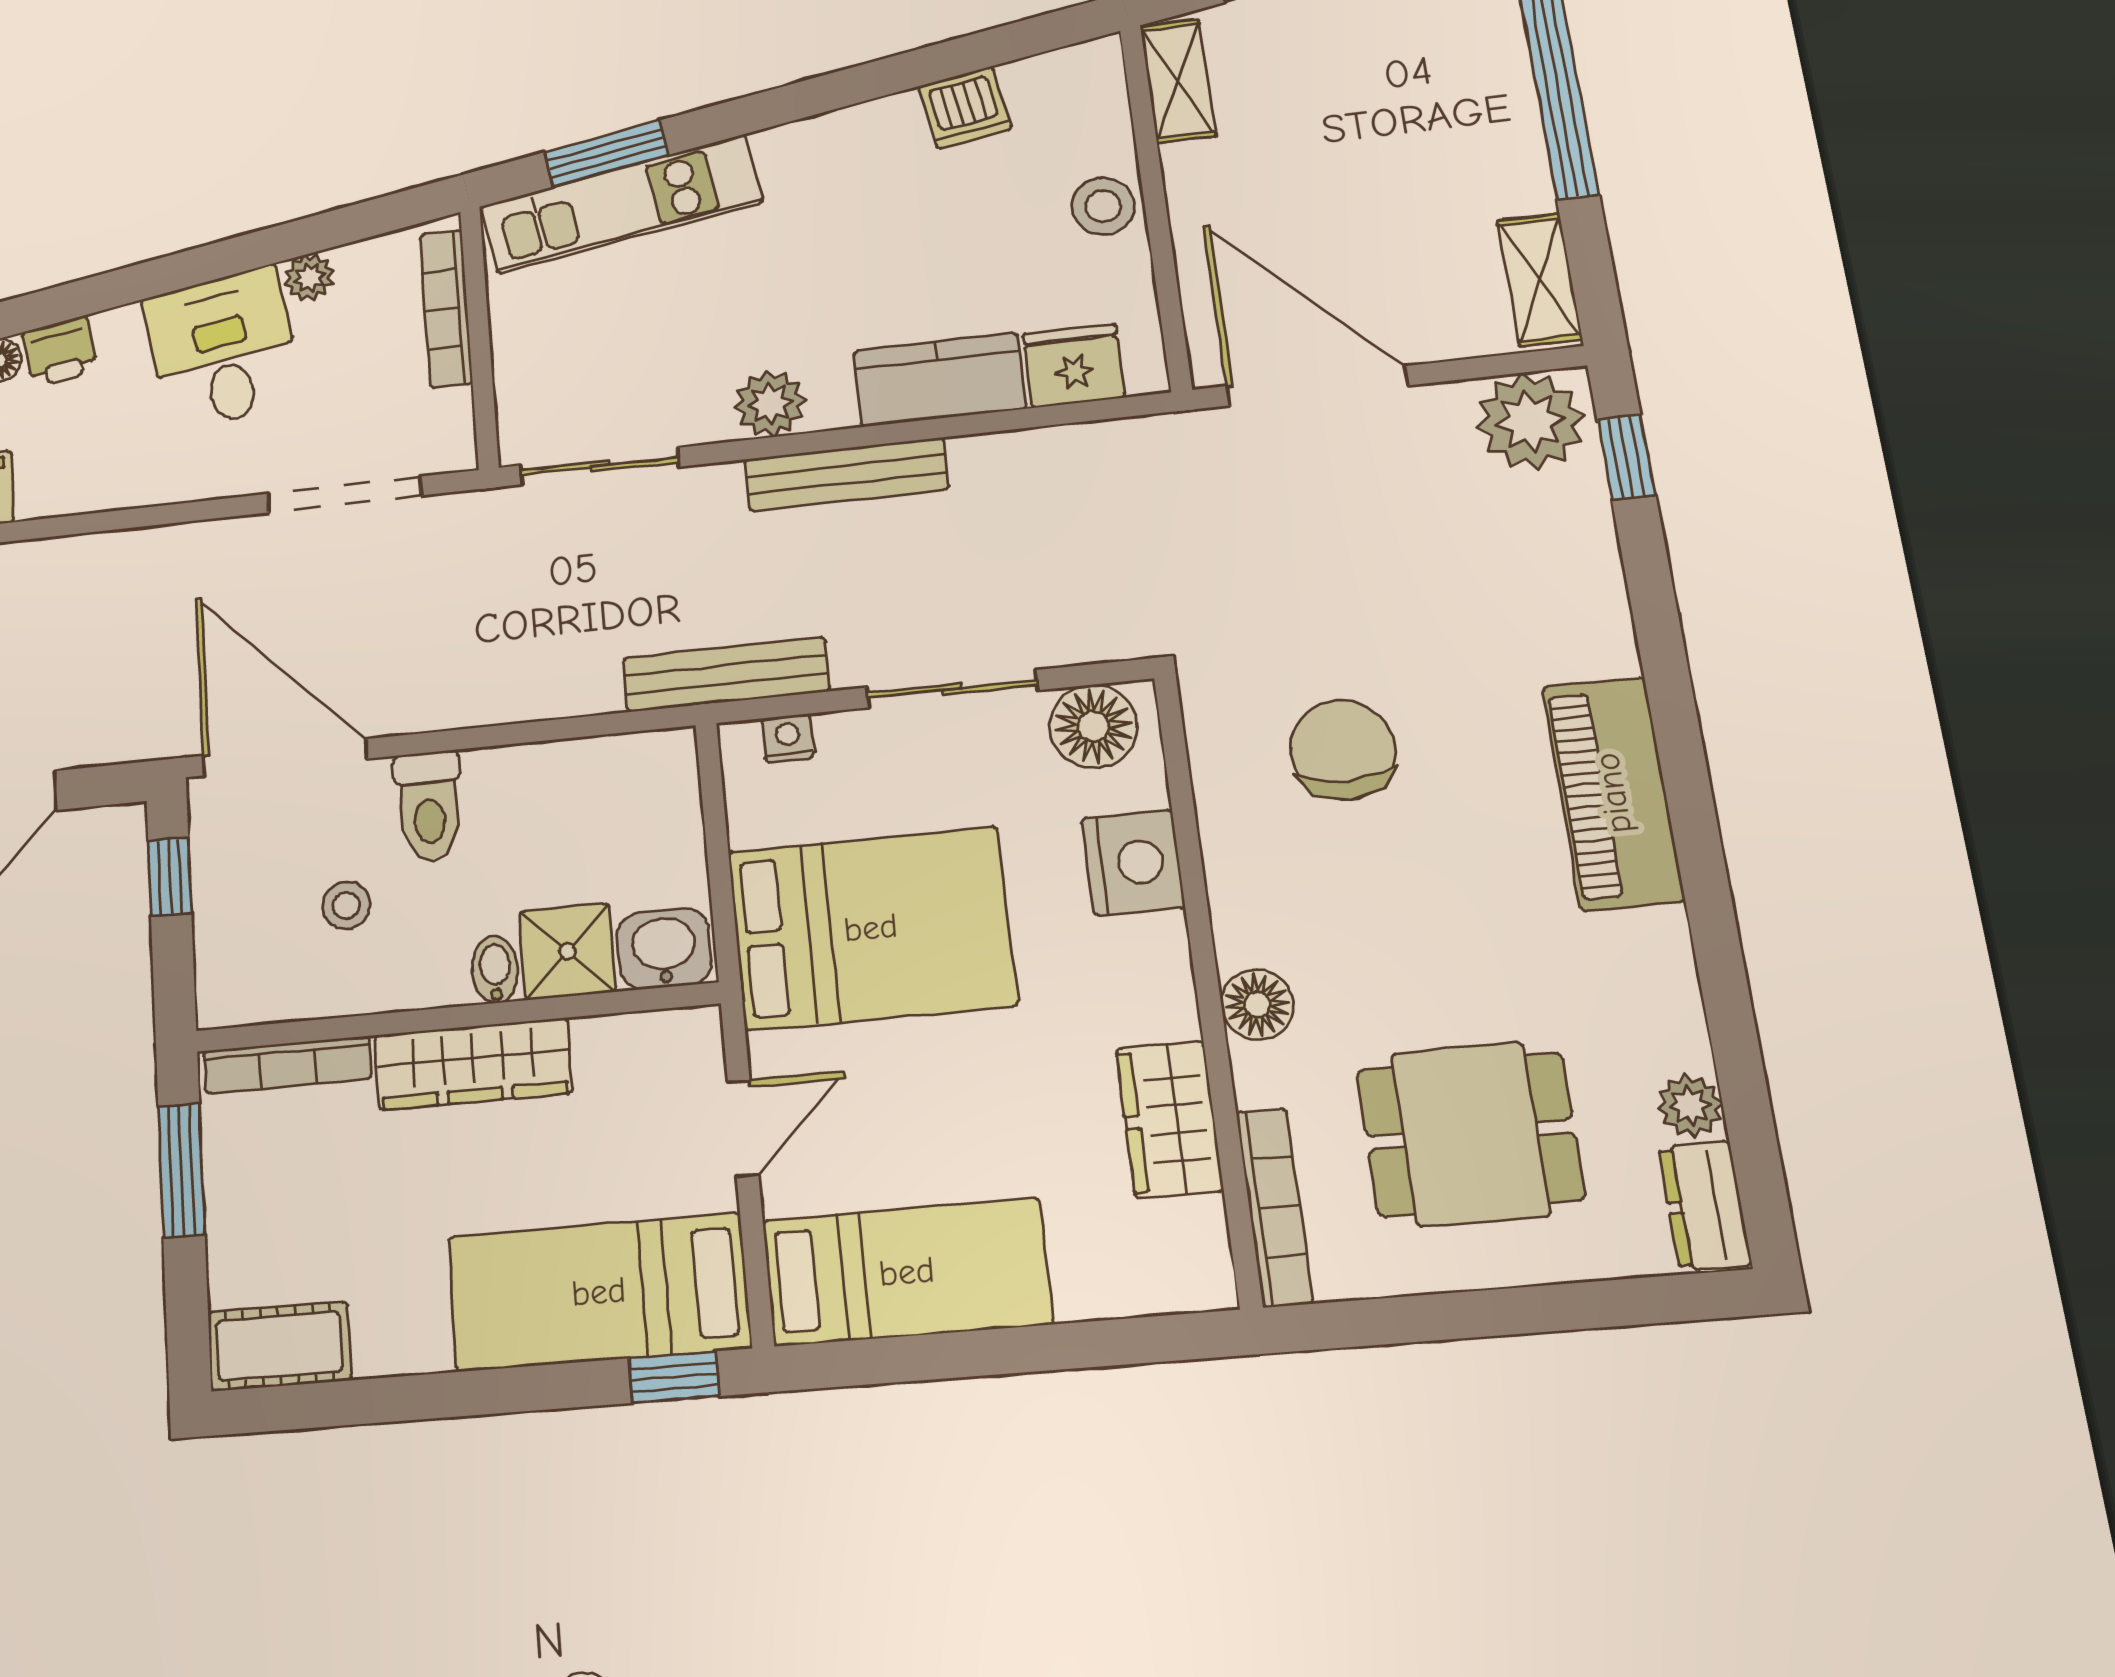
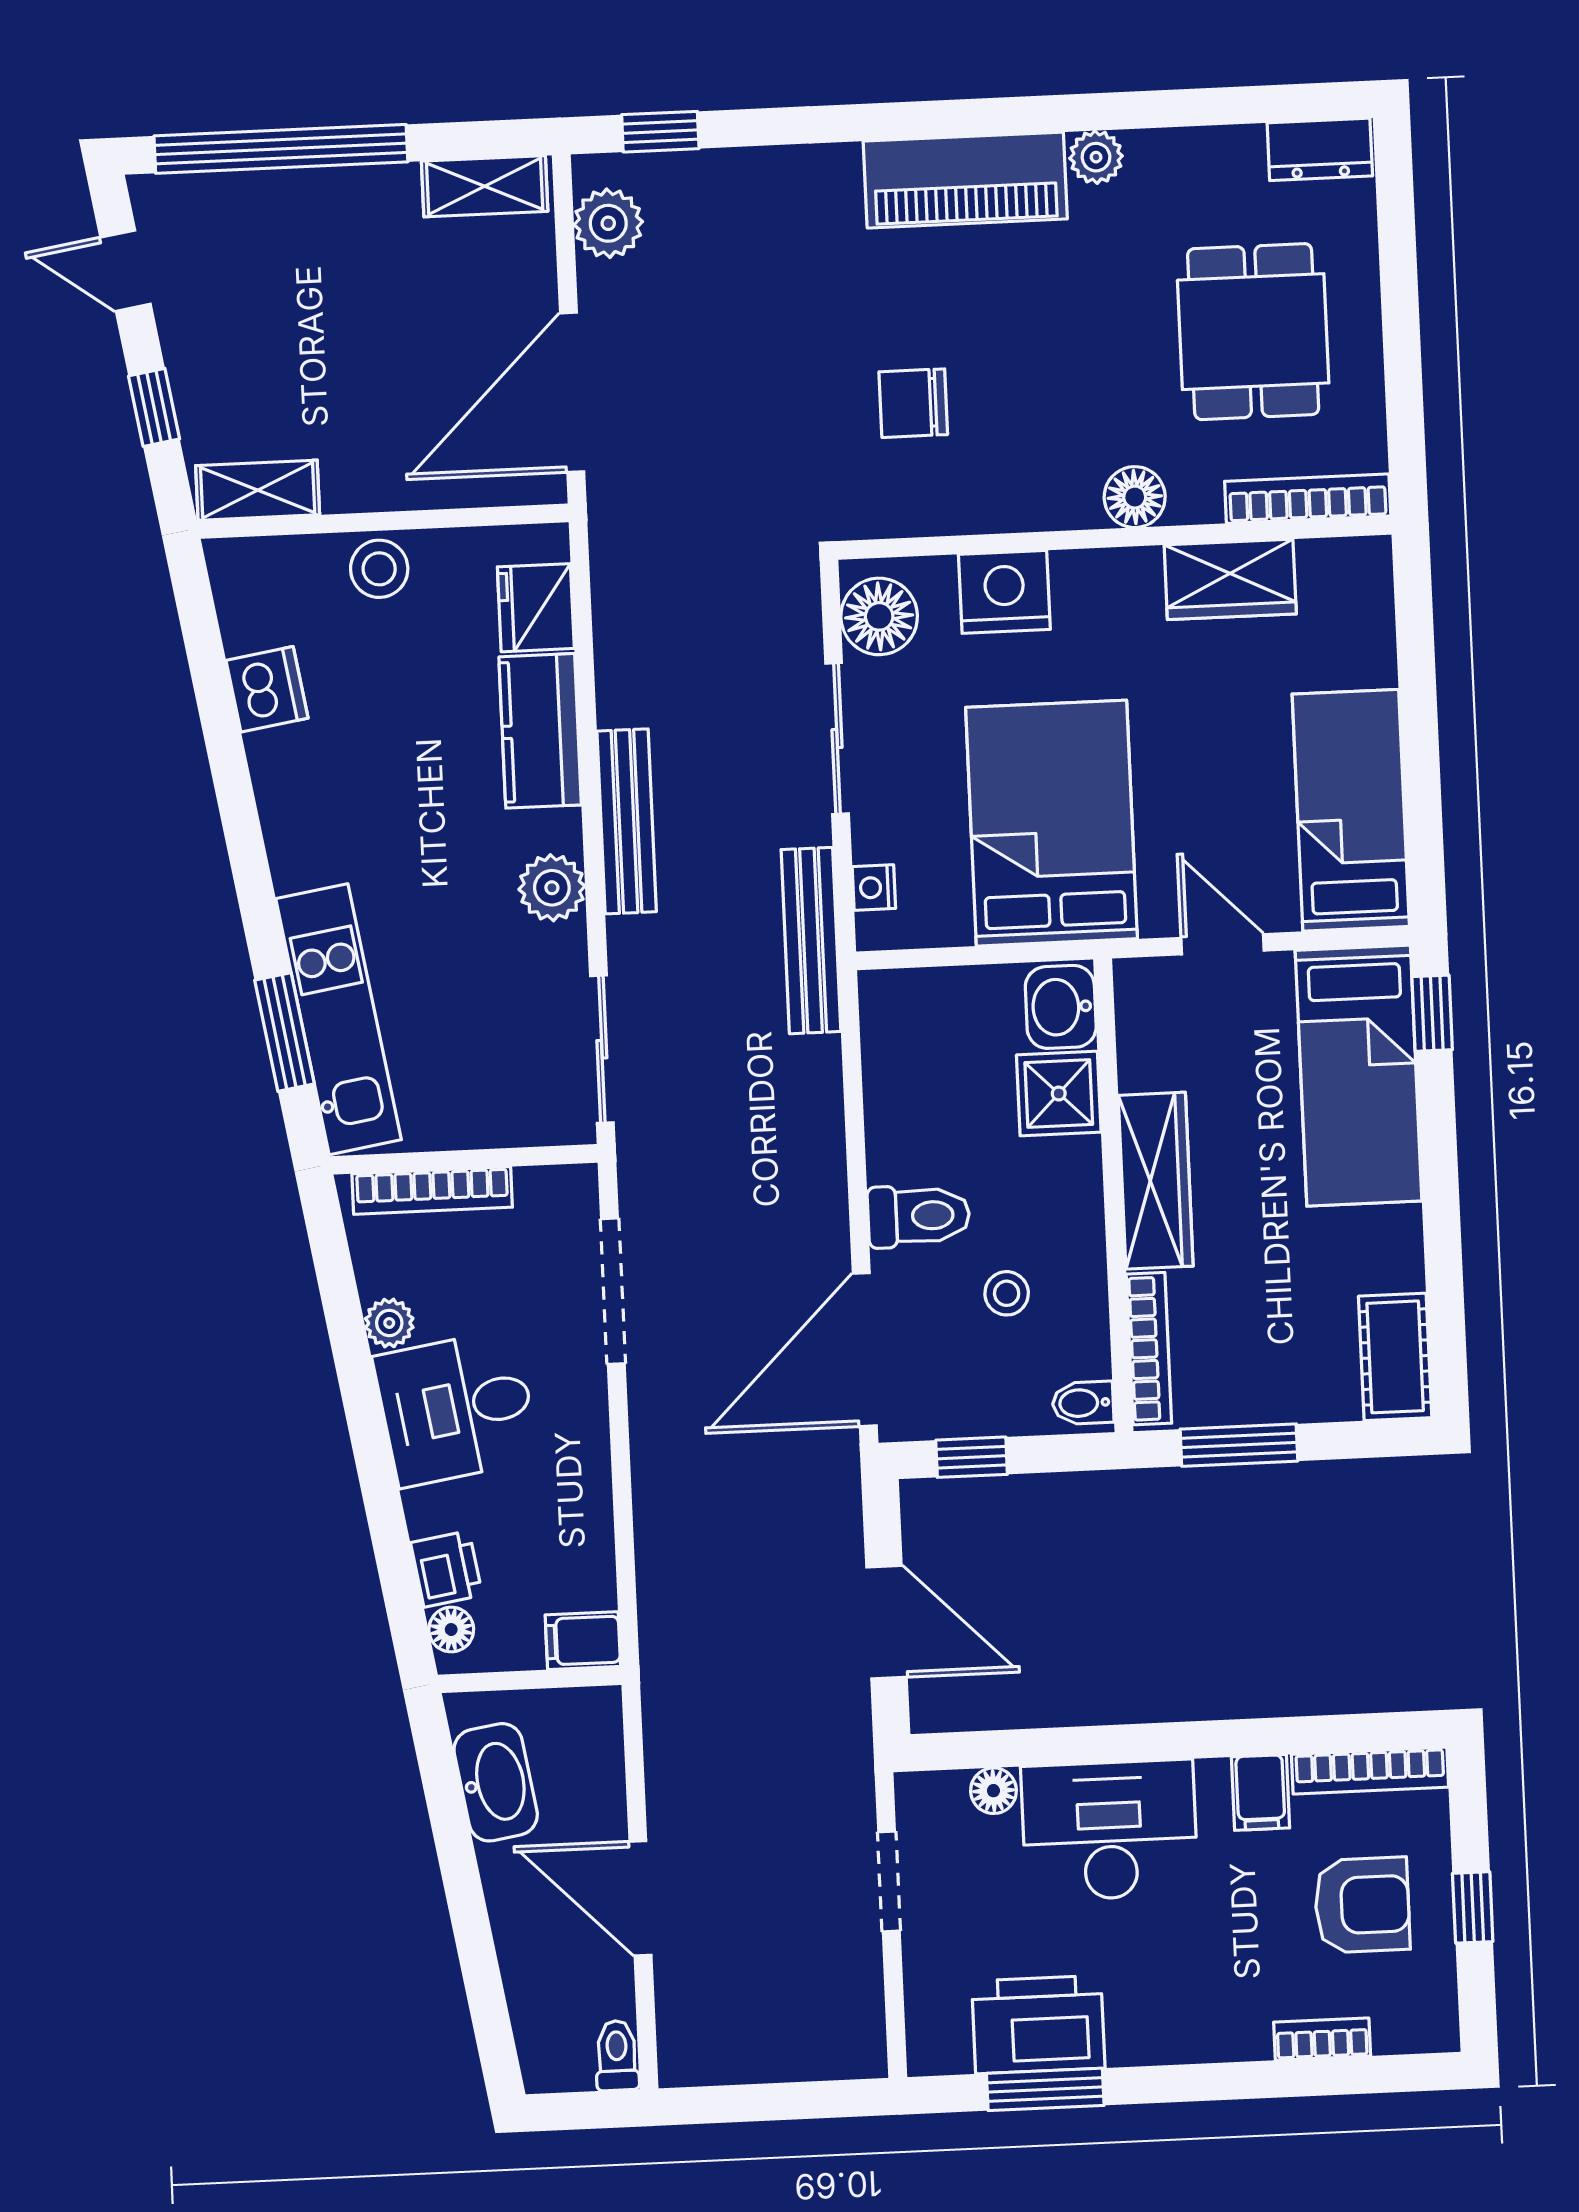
plant: (1530, 421) -> (608, 223), width x0.73, depth x0.73
chair: (1343, 750) -> (913, 403), width x0.73, depth x0.73
bidet: (495, 970) -> (1083, 1403), moved
plant: (1690, 1106) -> (1096, 157), moved

